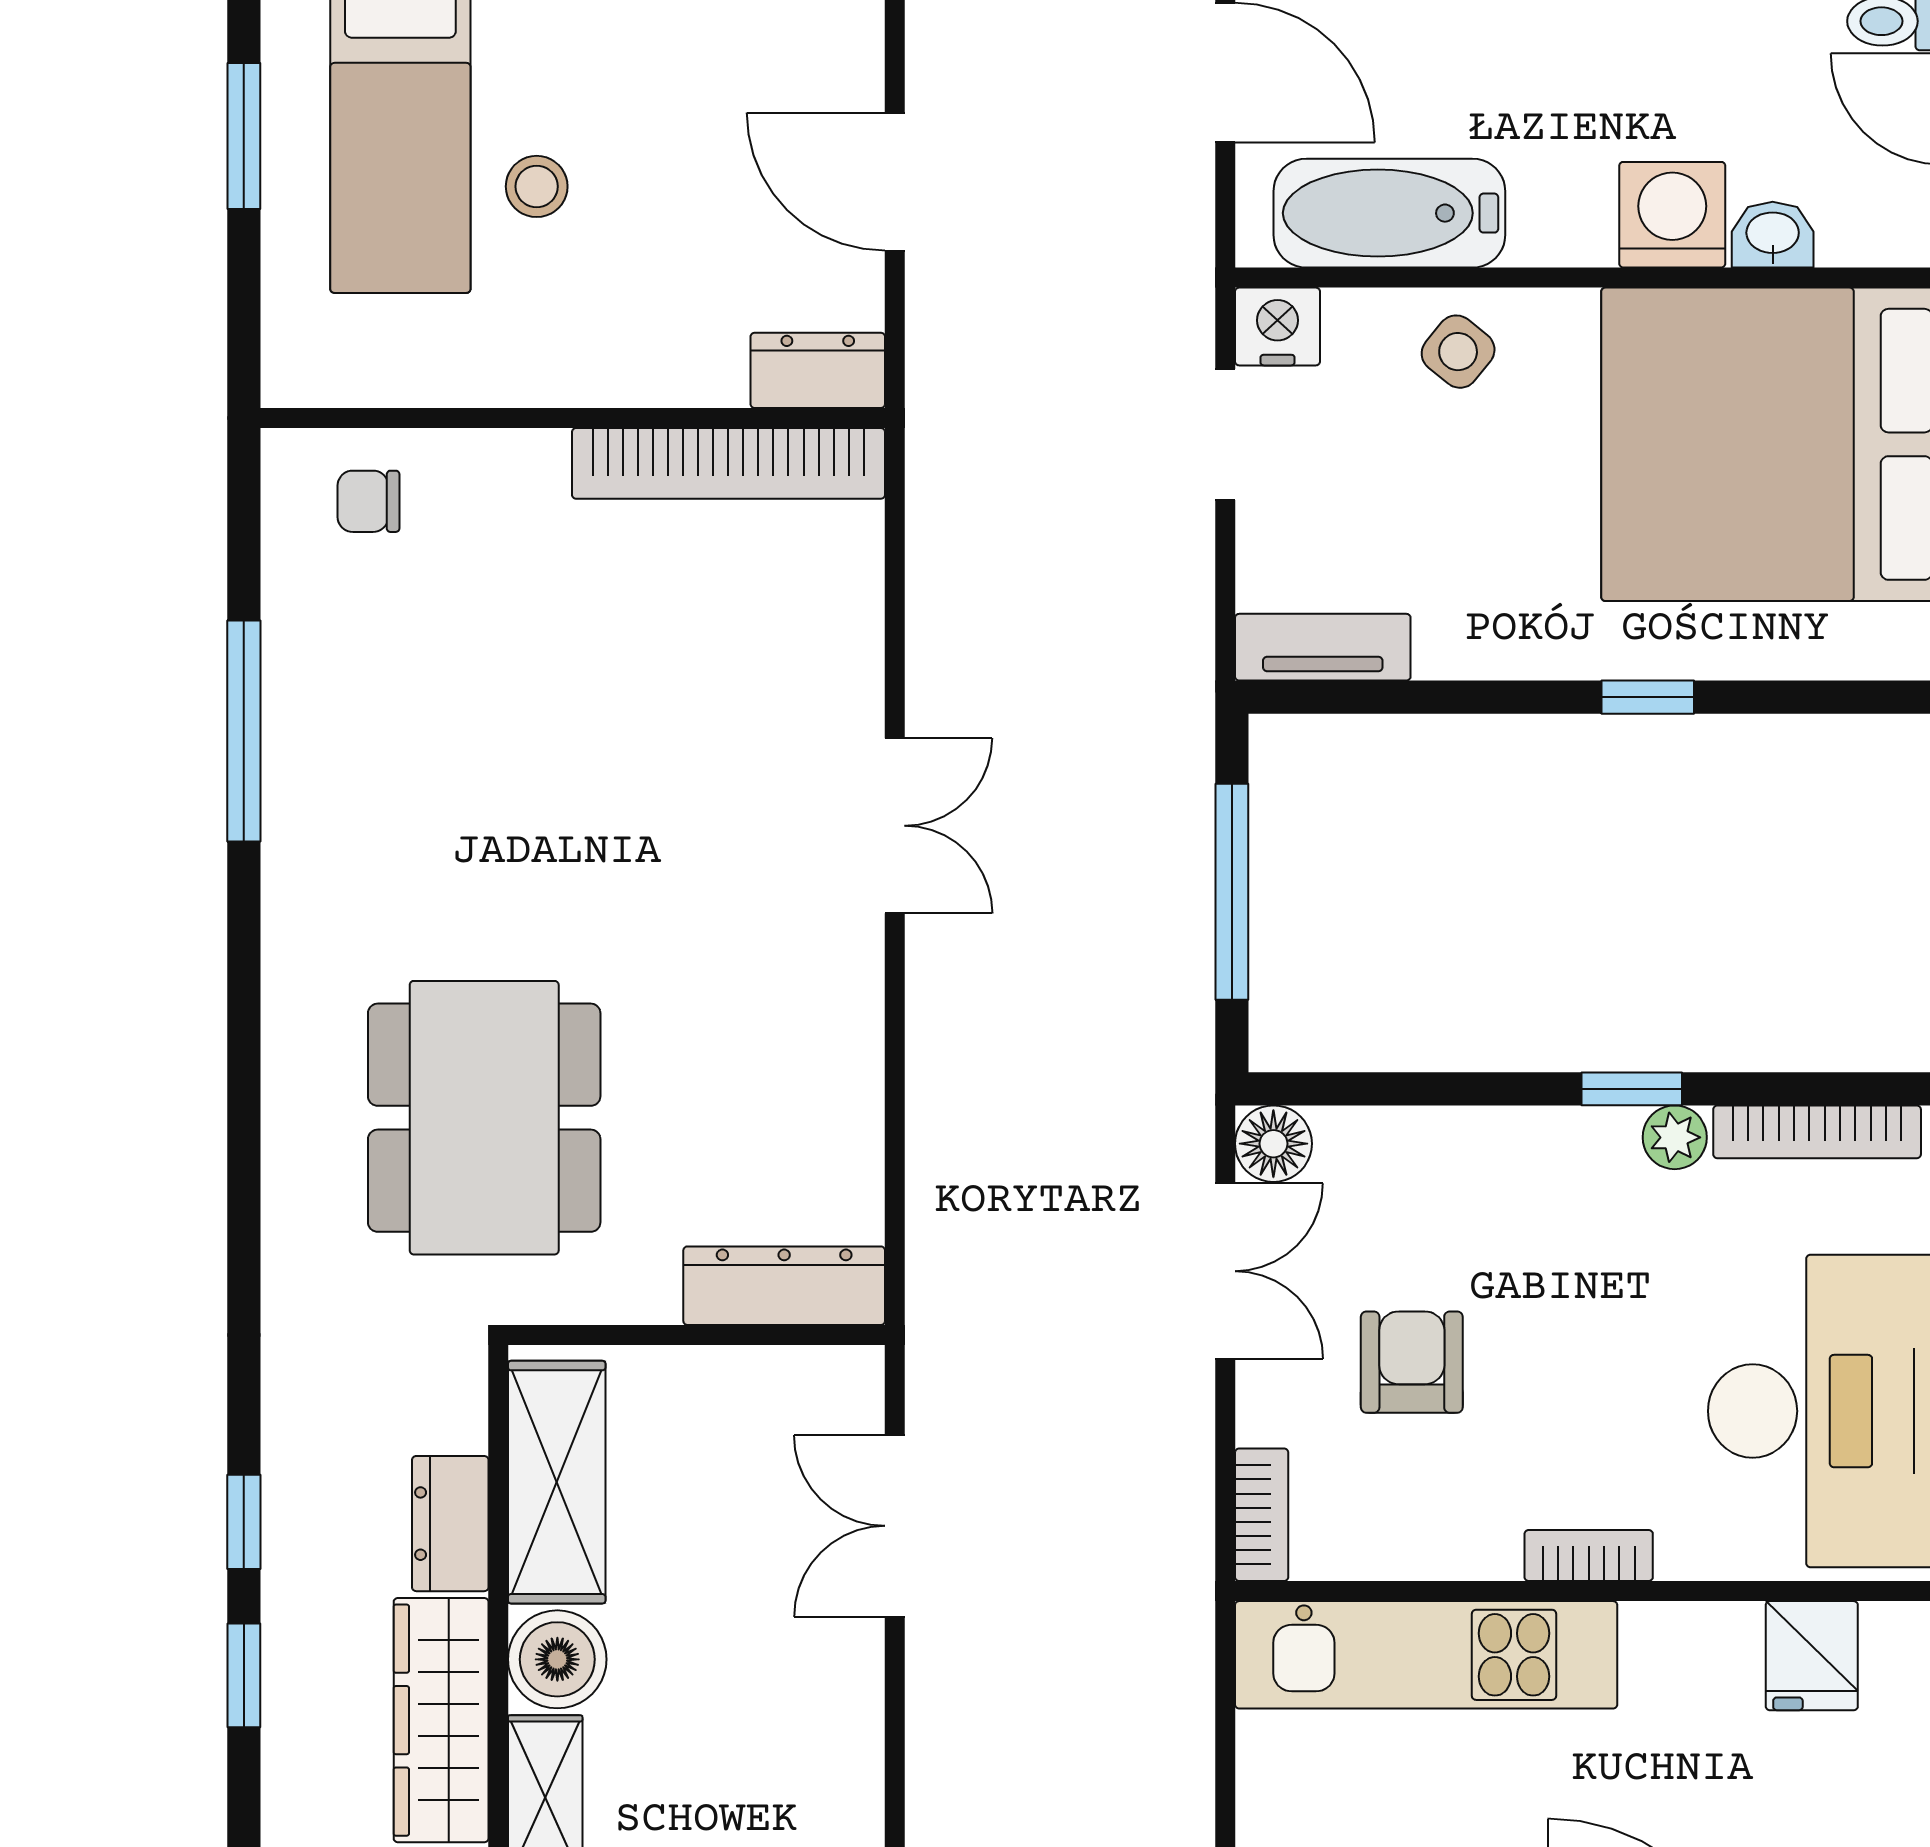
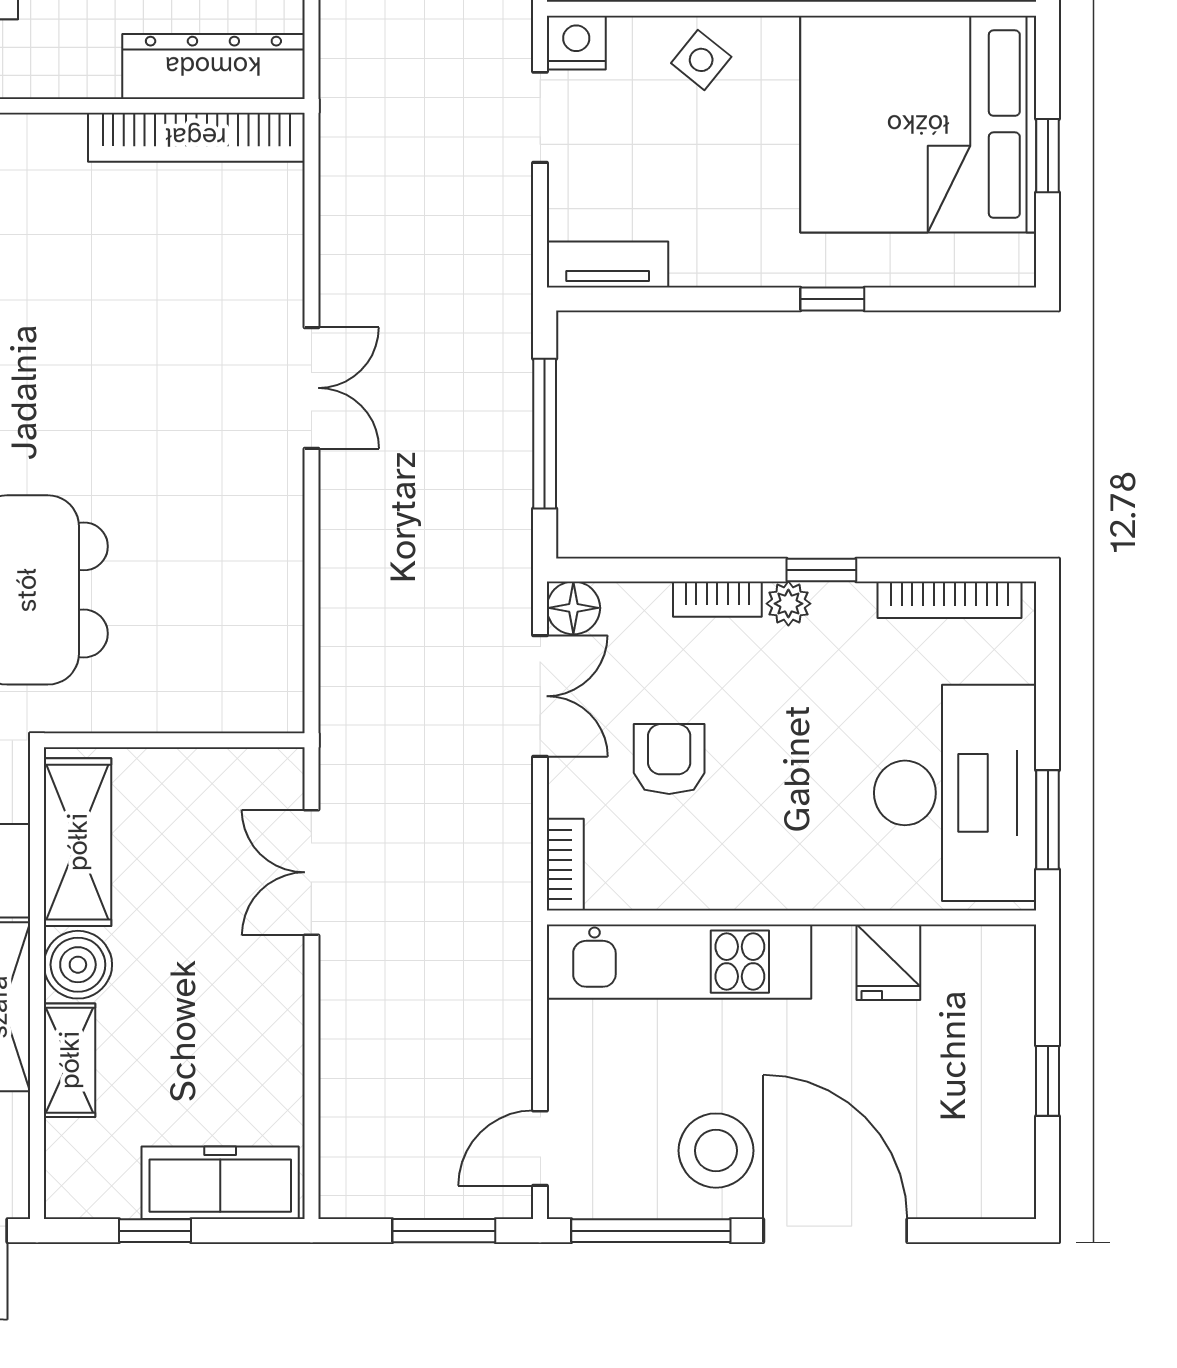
dresser: (818, 370) -> (213, 66), width x1.96, depth x1.24
plant: (1675, 1137) -> (788, 604), moved
dresser: (784, 1286) -> (235, 706), removed
bookcase: (1589, 1556) -> (717, 599), moved, turned 180
fridge: (1812, 1656) -> (888, 962), moved

